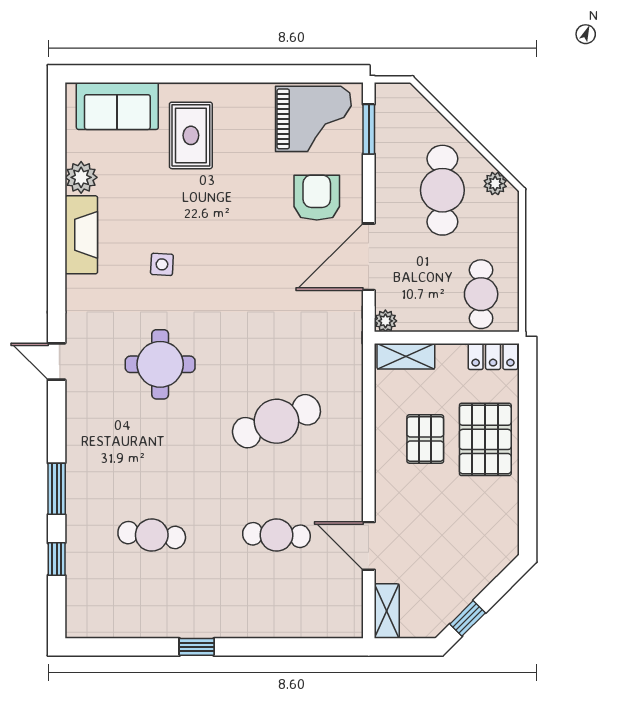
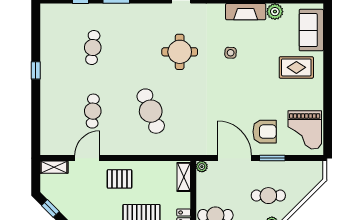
window: (369, 129) -> (272, 158), moved
cafe table: (442, 190) -> (268, 196), width x0.73, depth x0.74
pallet: (425, 439) -> (120, 179), moved

